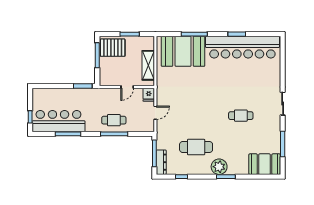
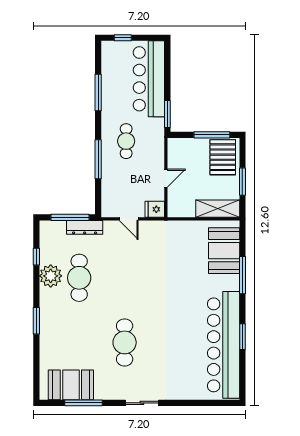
booth: (183, 51) -> (224, 251), width x0.73, depth x0.70
shelving: (148, 65) -> (218, 209), moved
door: (127, 87) -> (166, 178), swing flipped
cafe table: (241, 116) -> (125, 342), width x1.37, depth x1.35
cafe table: (114, 120) -> (126, 141), moved
bar counter: (58, 121) -> (149, 79), moved, turned 180
dresser: (161, 162) -> (85, 227), moved
booth: (265, 164) -> (71, 385), moved, turned 90
plant: (219, 167) -> (51, 276), moved

